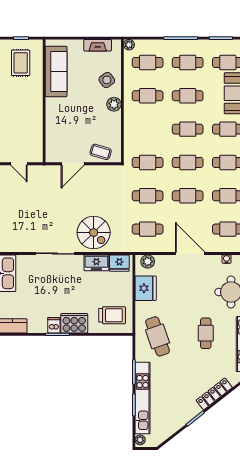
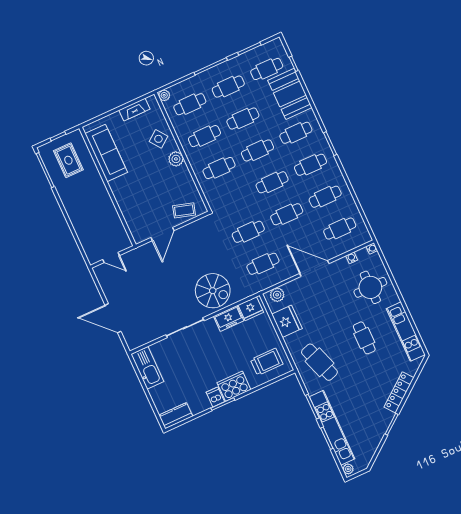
cafe table: (148, 162) -> (219, 168), moved

